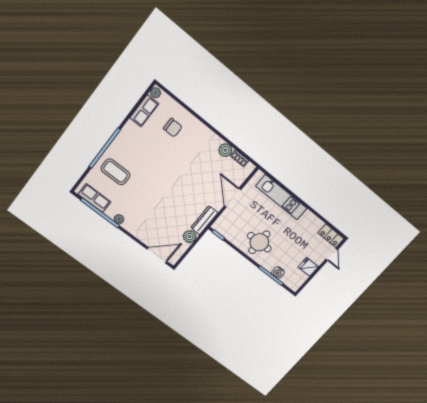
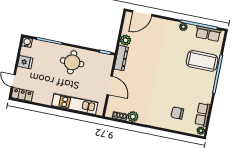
coffee table: (115, 172) -> (202, 61), width x1.36, depth x1.32
water cooler: (278, 273) -> (27, 42), moved

